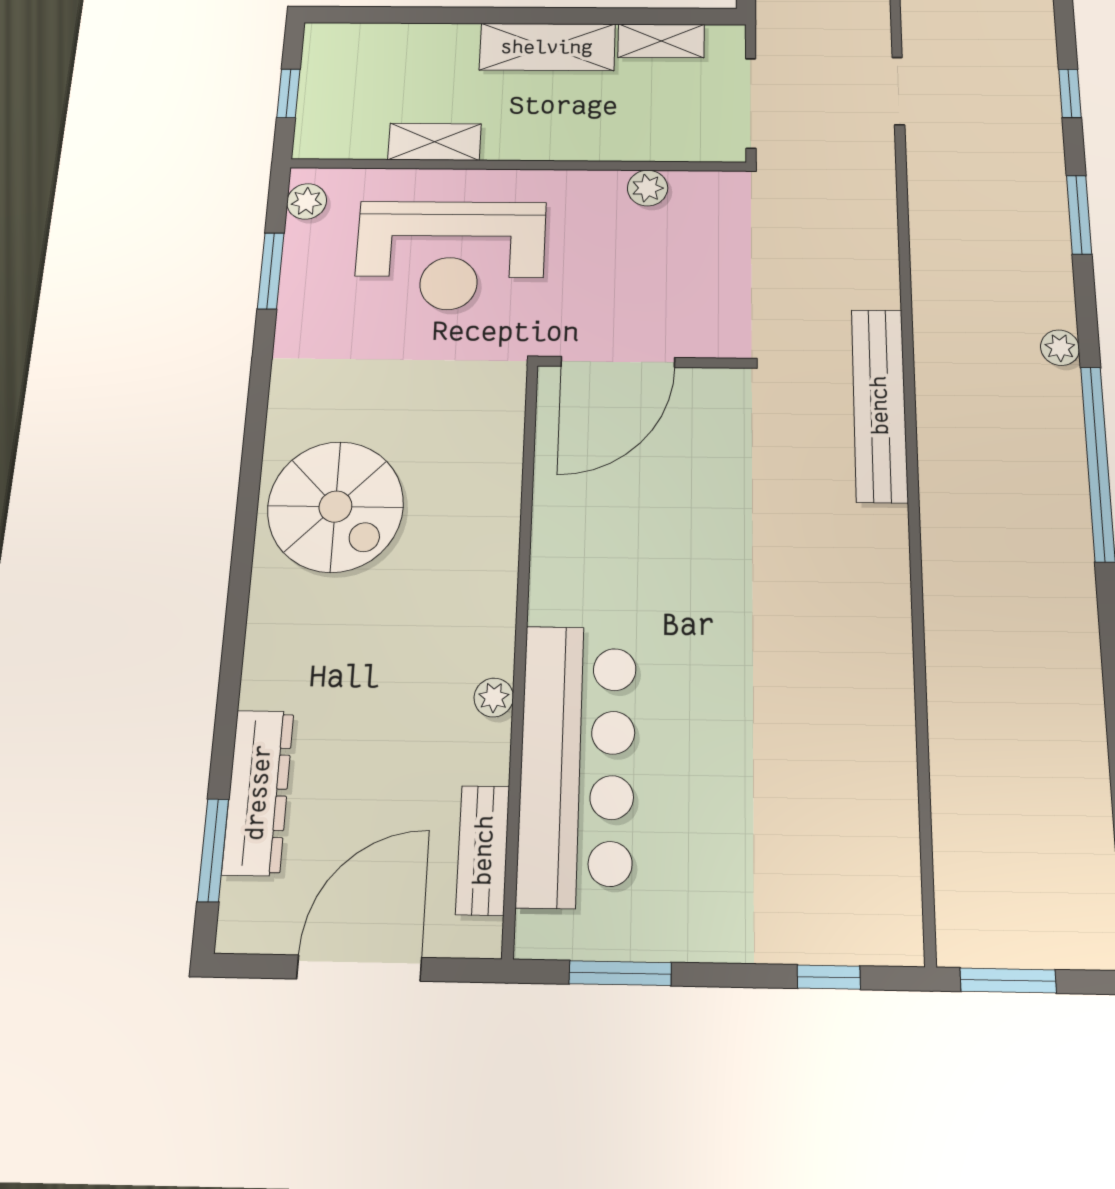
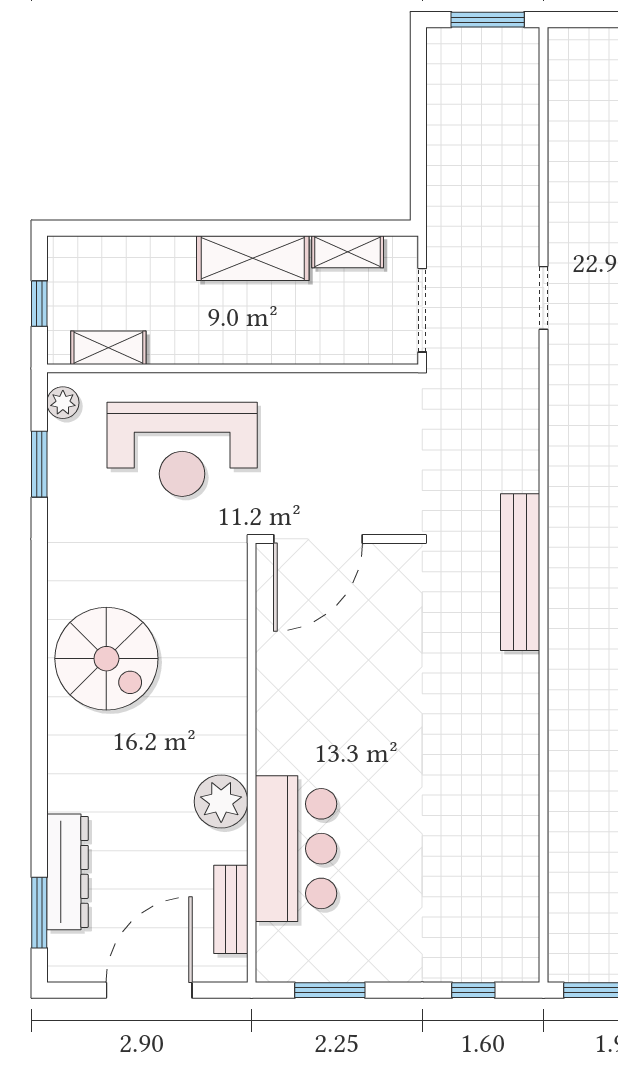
shelving: (435, 142) -> (108, 348), moved
plant: (648, 188) -> (339, 388), removed
plant: (494, 698) -> (221, 802), width x1.88, depth x1.88
bar counter: (577, 764) -> (296, 849), width x0.73

